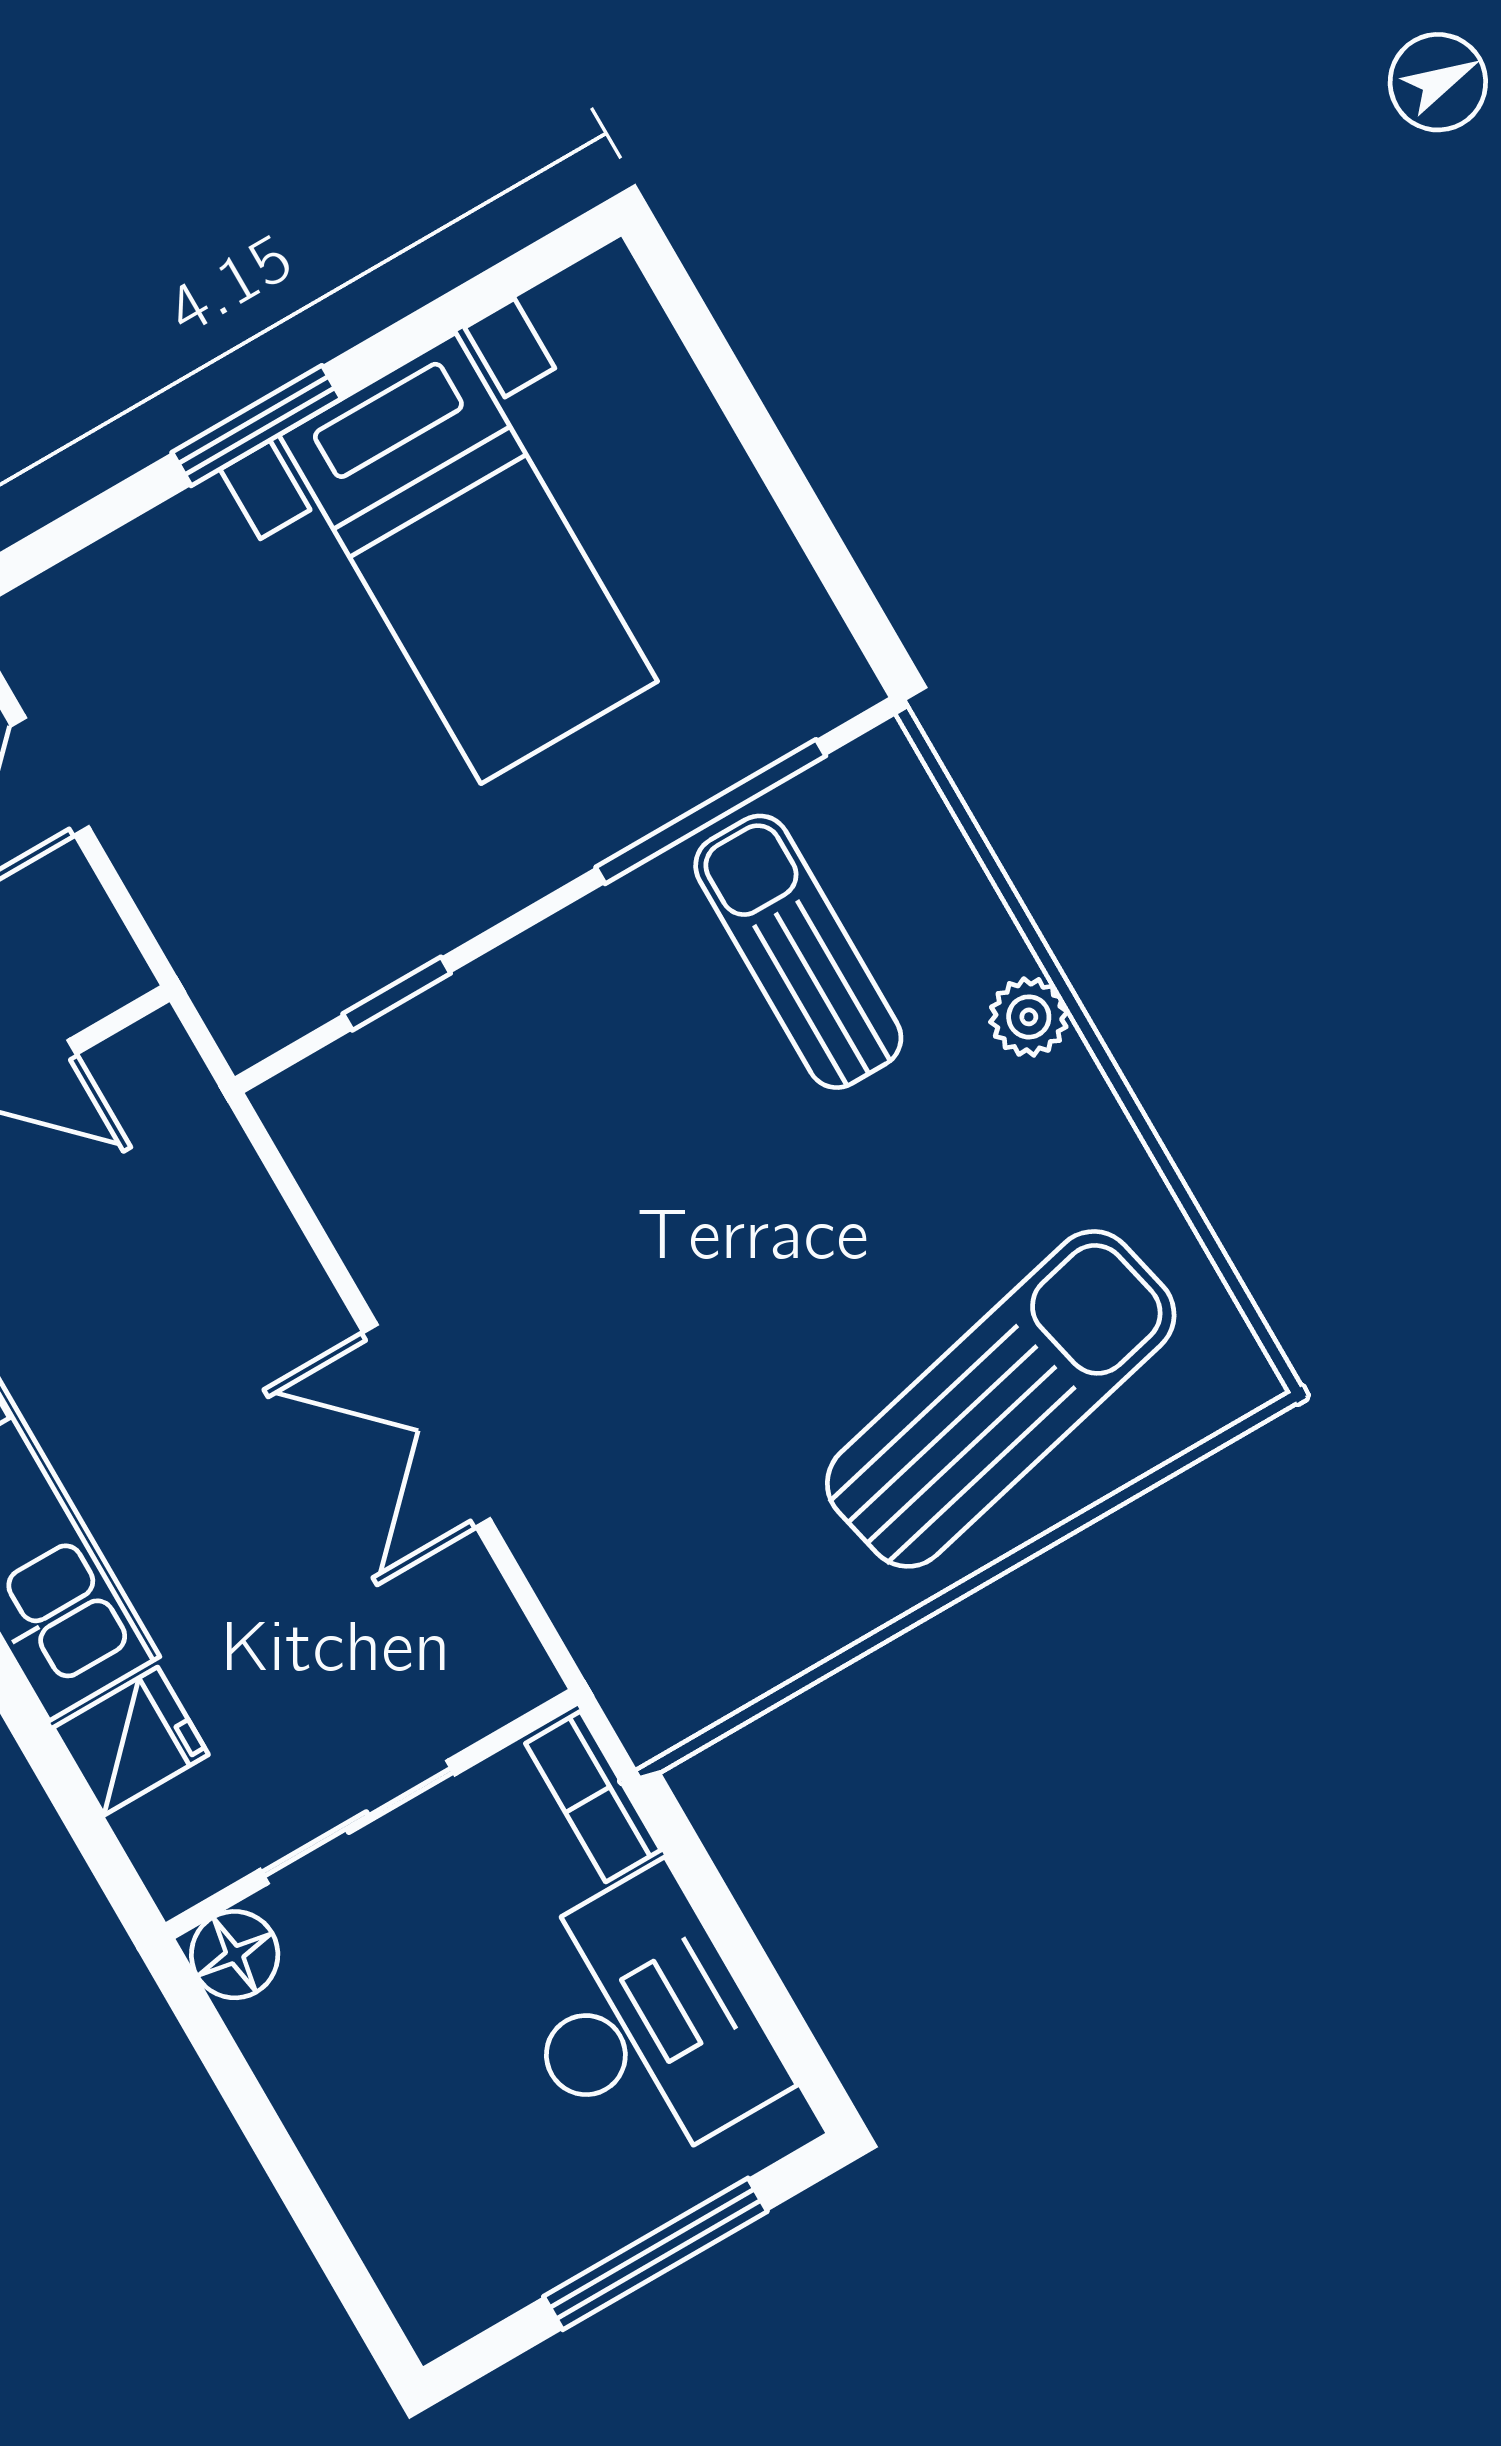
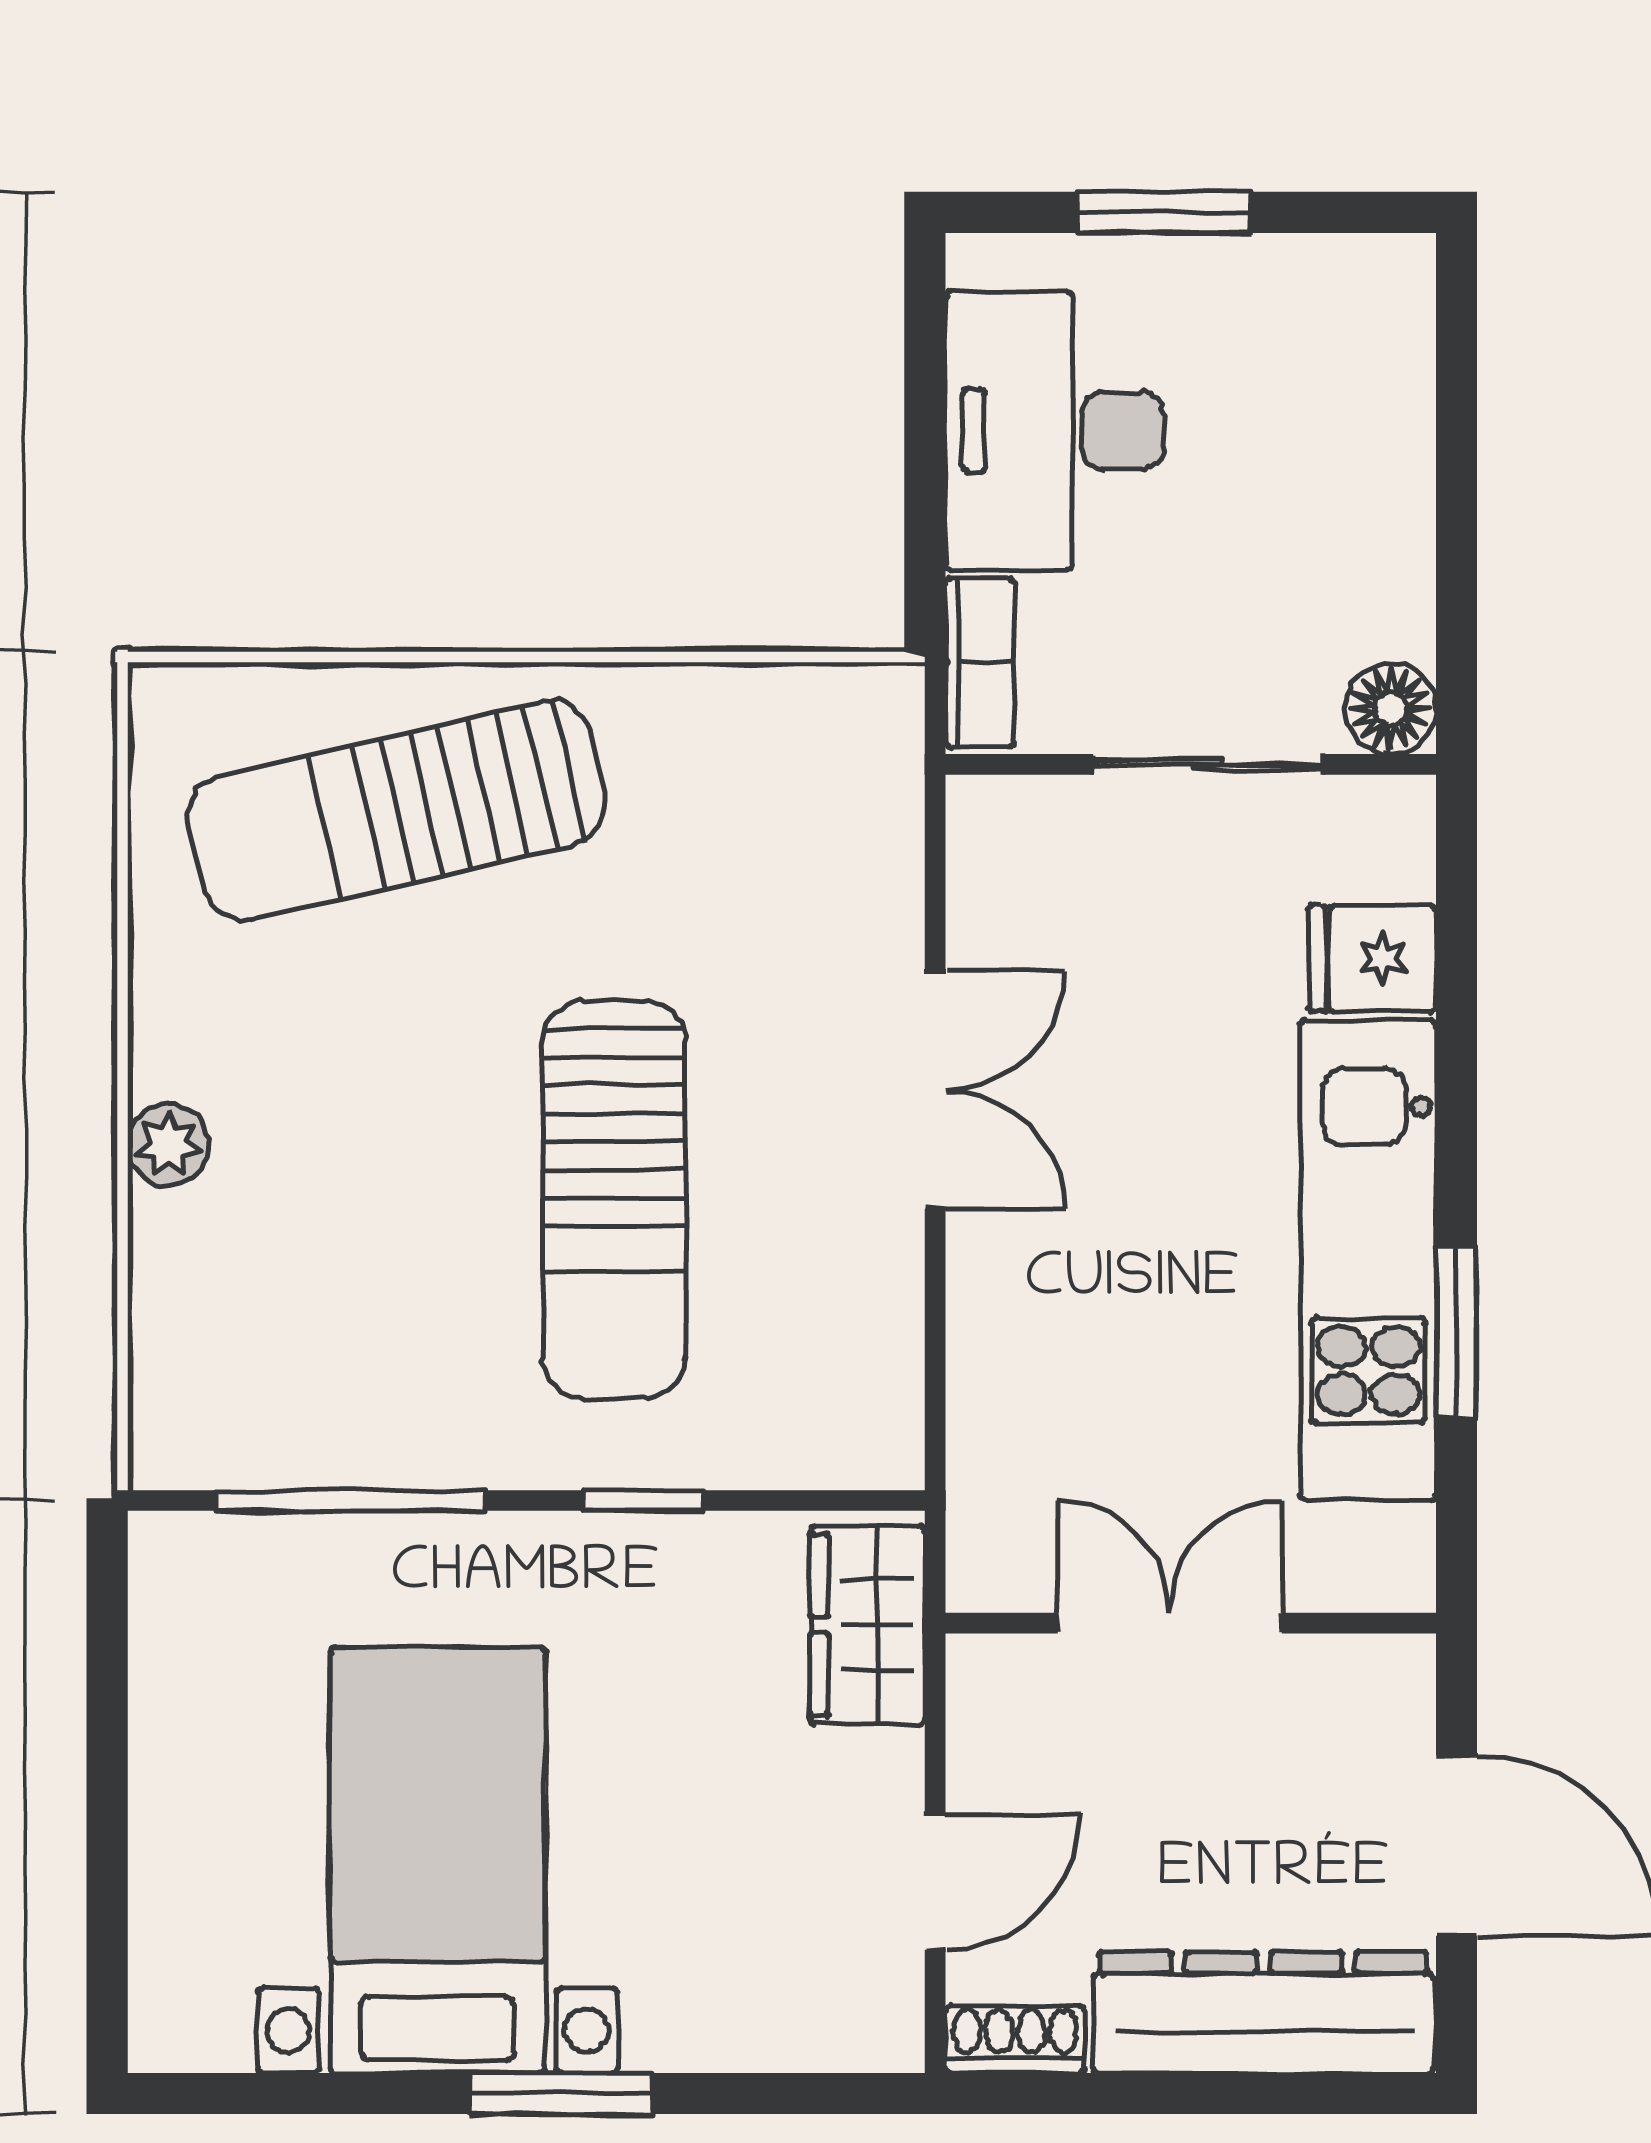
sun lounger: (798, 952) -> (614, 1199), moved, width x1.36, depth x1.34
wardrobe: (228, 955) -> (867, 1625), added
window: (397, 994) -> (643, 1501), moved
window: (655, 2254) -> (1165, 212), width x0.69

